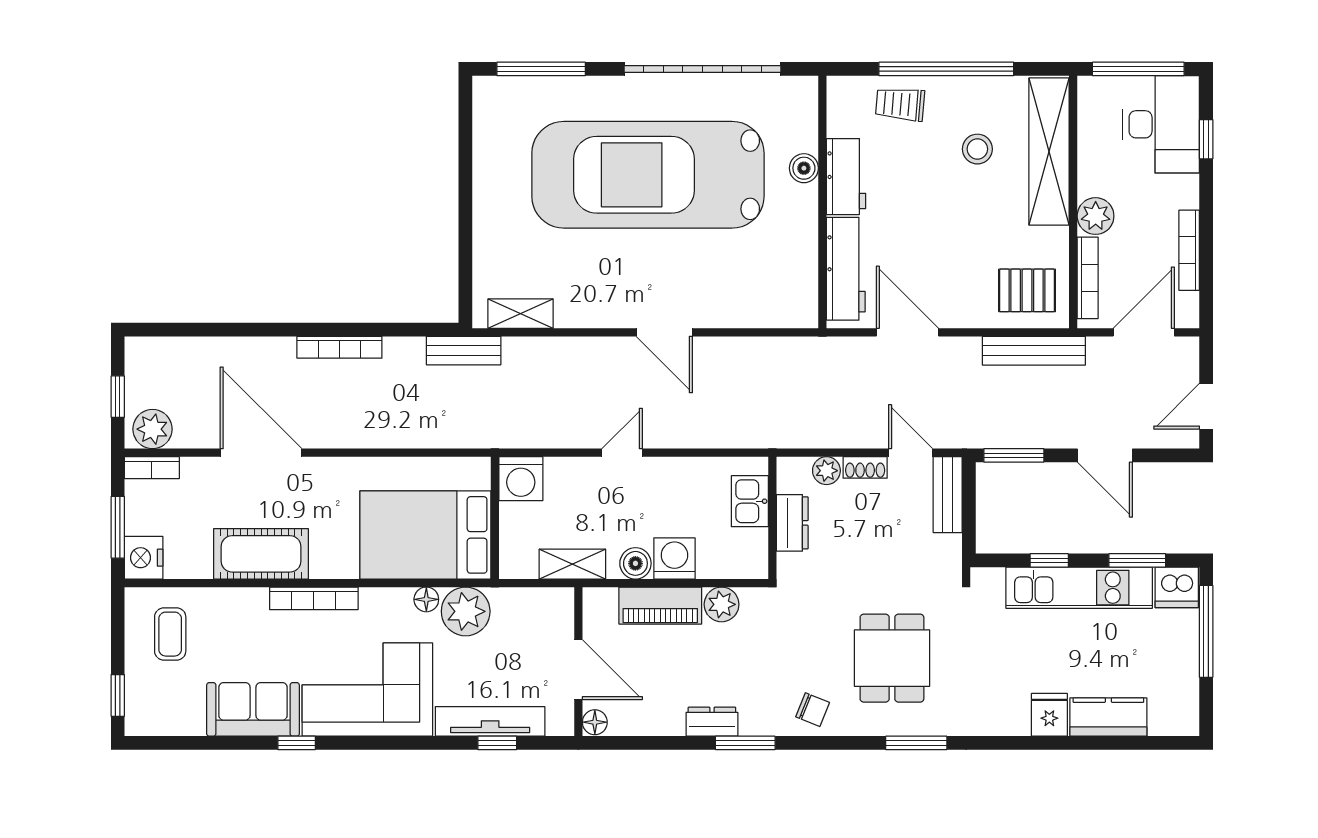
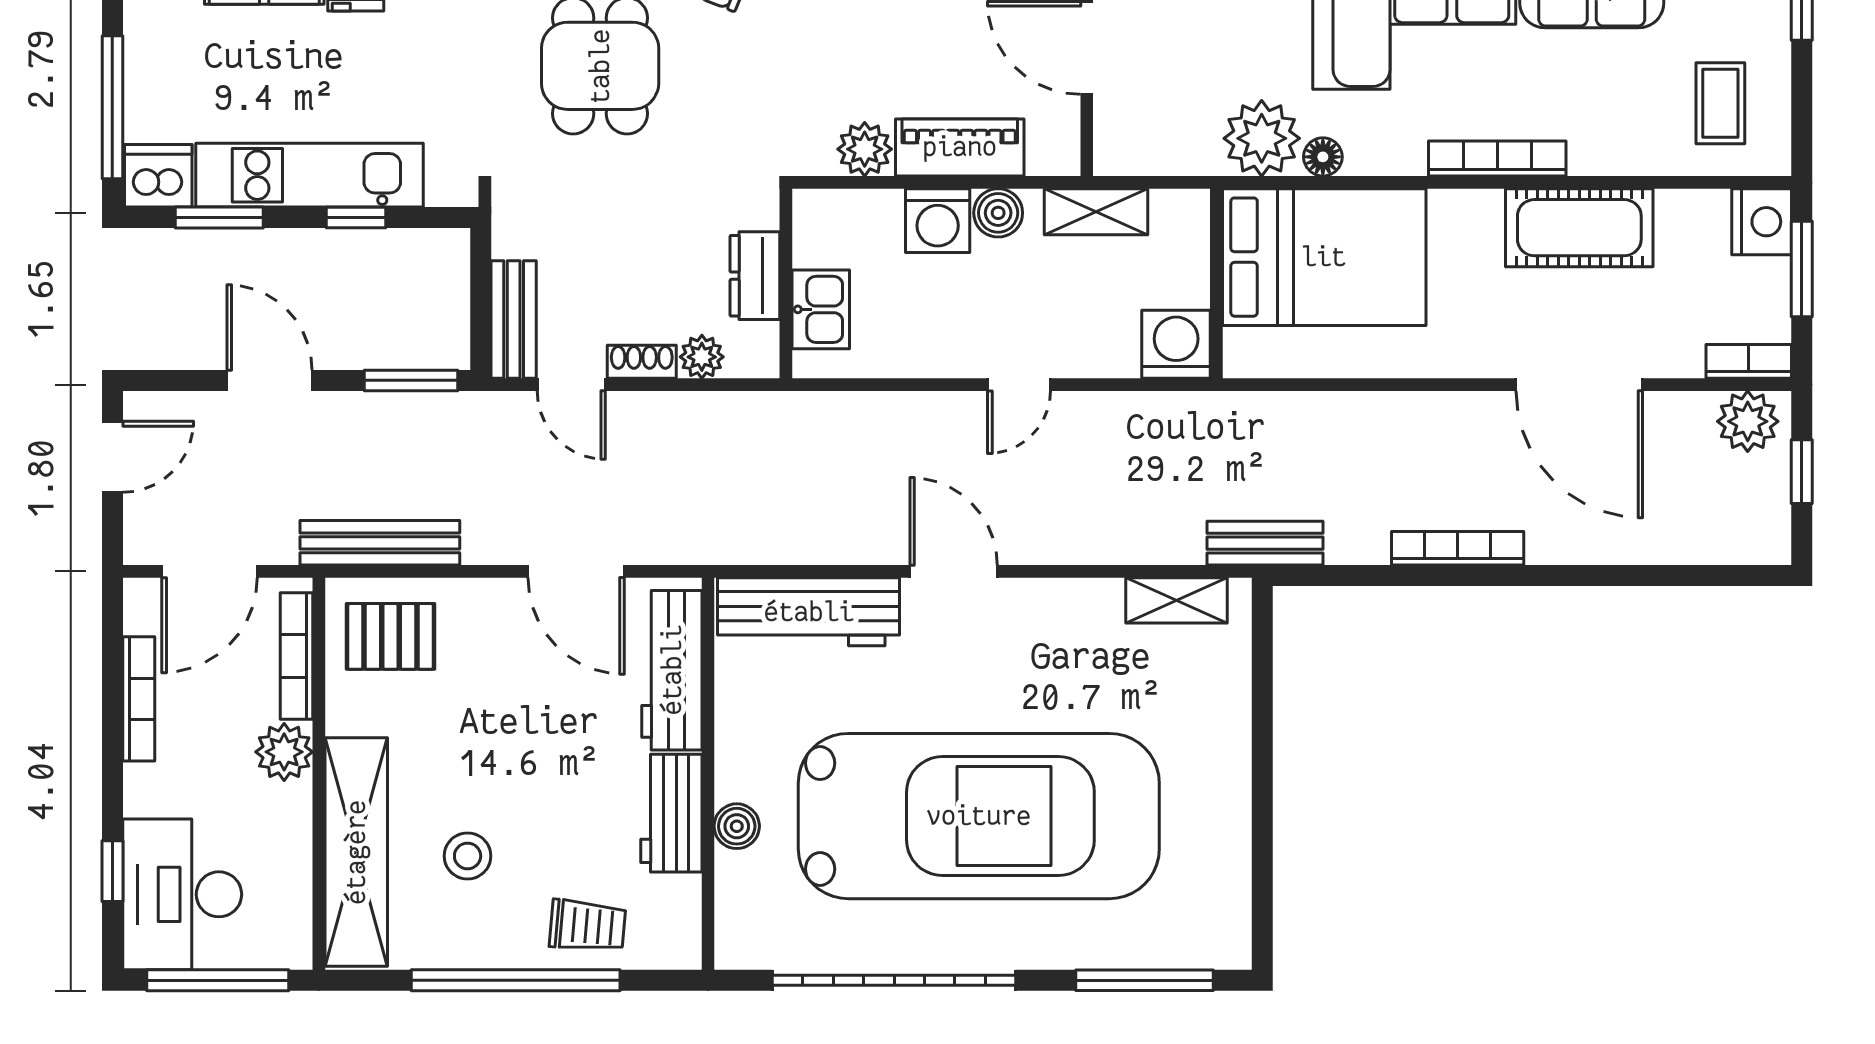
workbench: (758, 306) -> (809, 612), added

